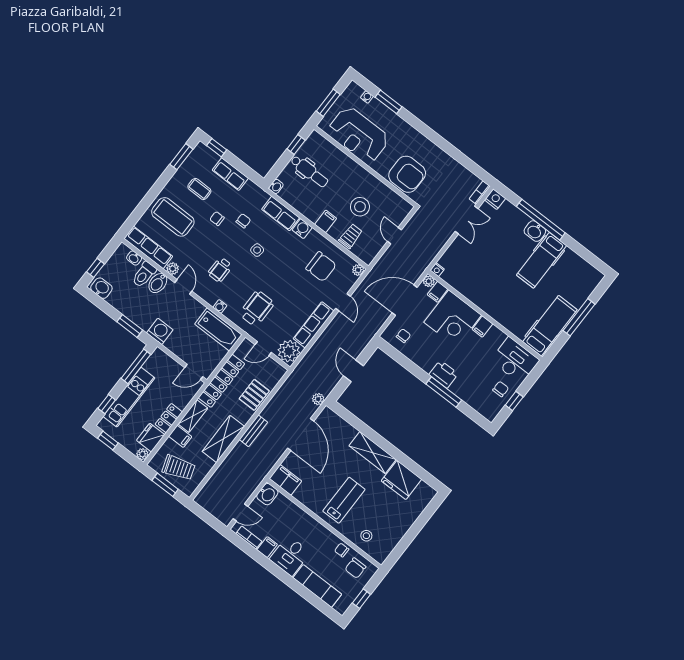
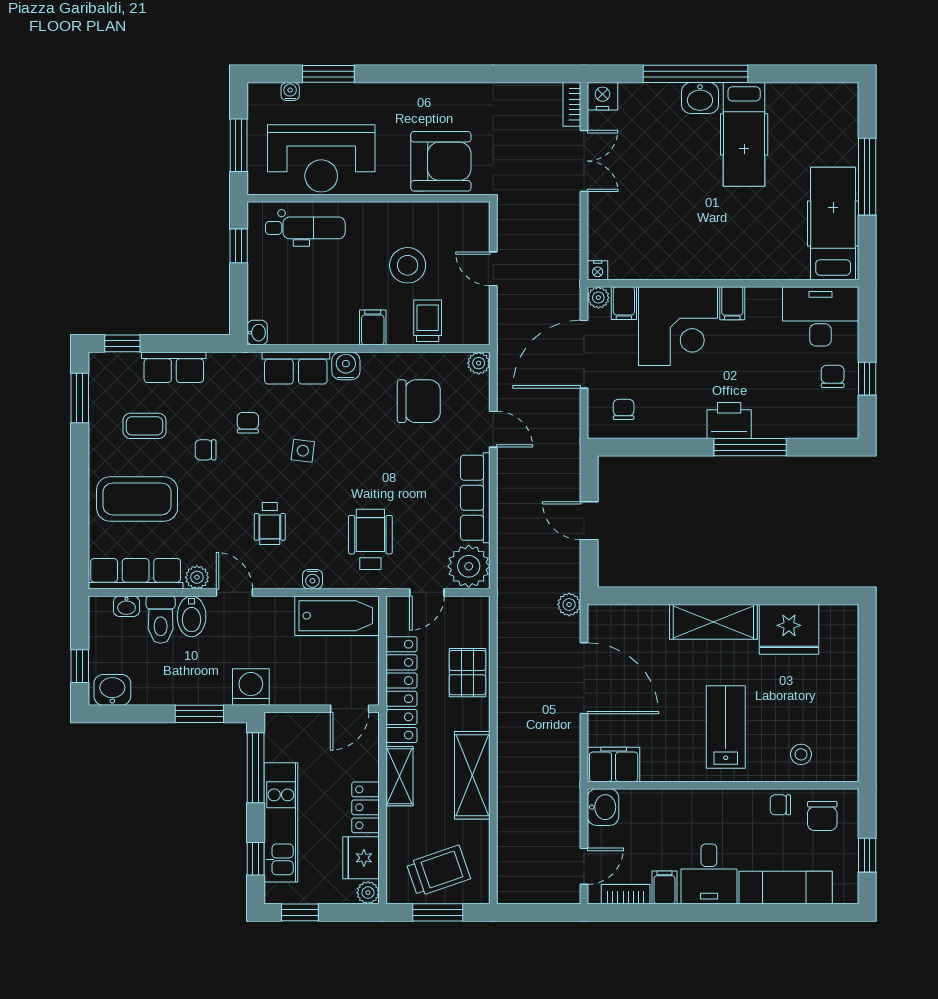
dental chair: (309, 171) -> (305, 228), moved
bench: (253, 431) -> (508, 728), removed
filing cabinet: (180, 436) -> (404, 822), removed

